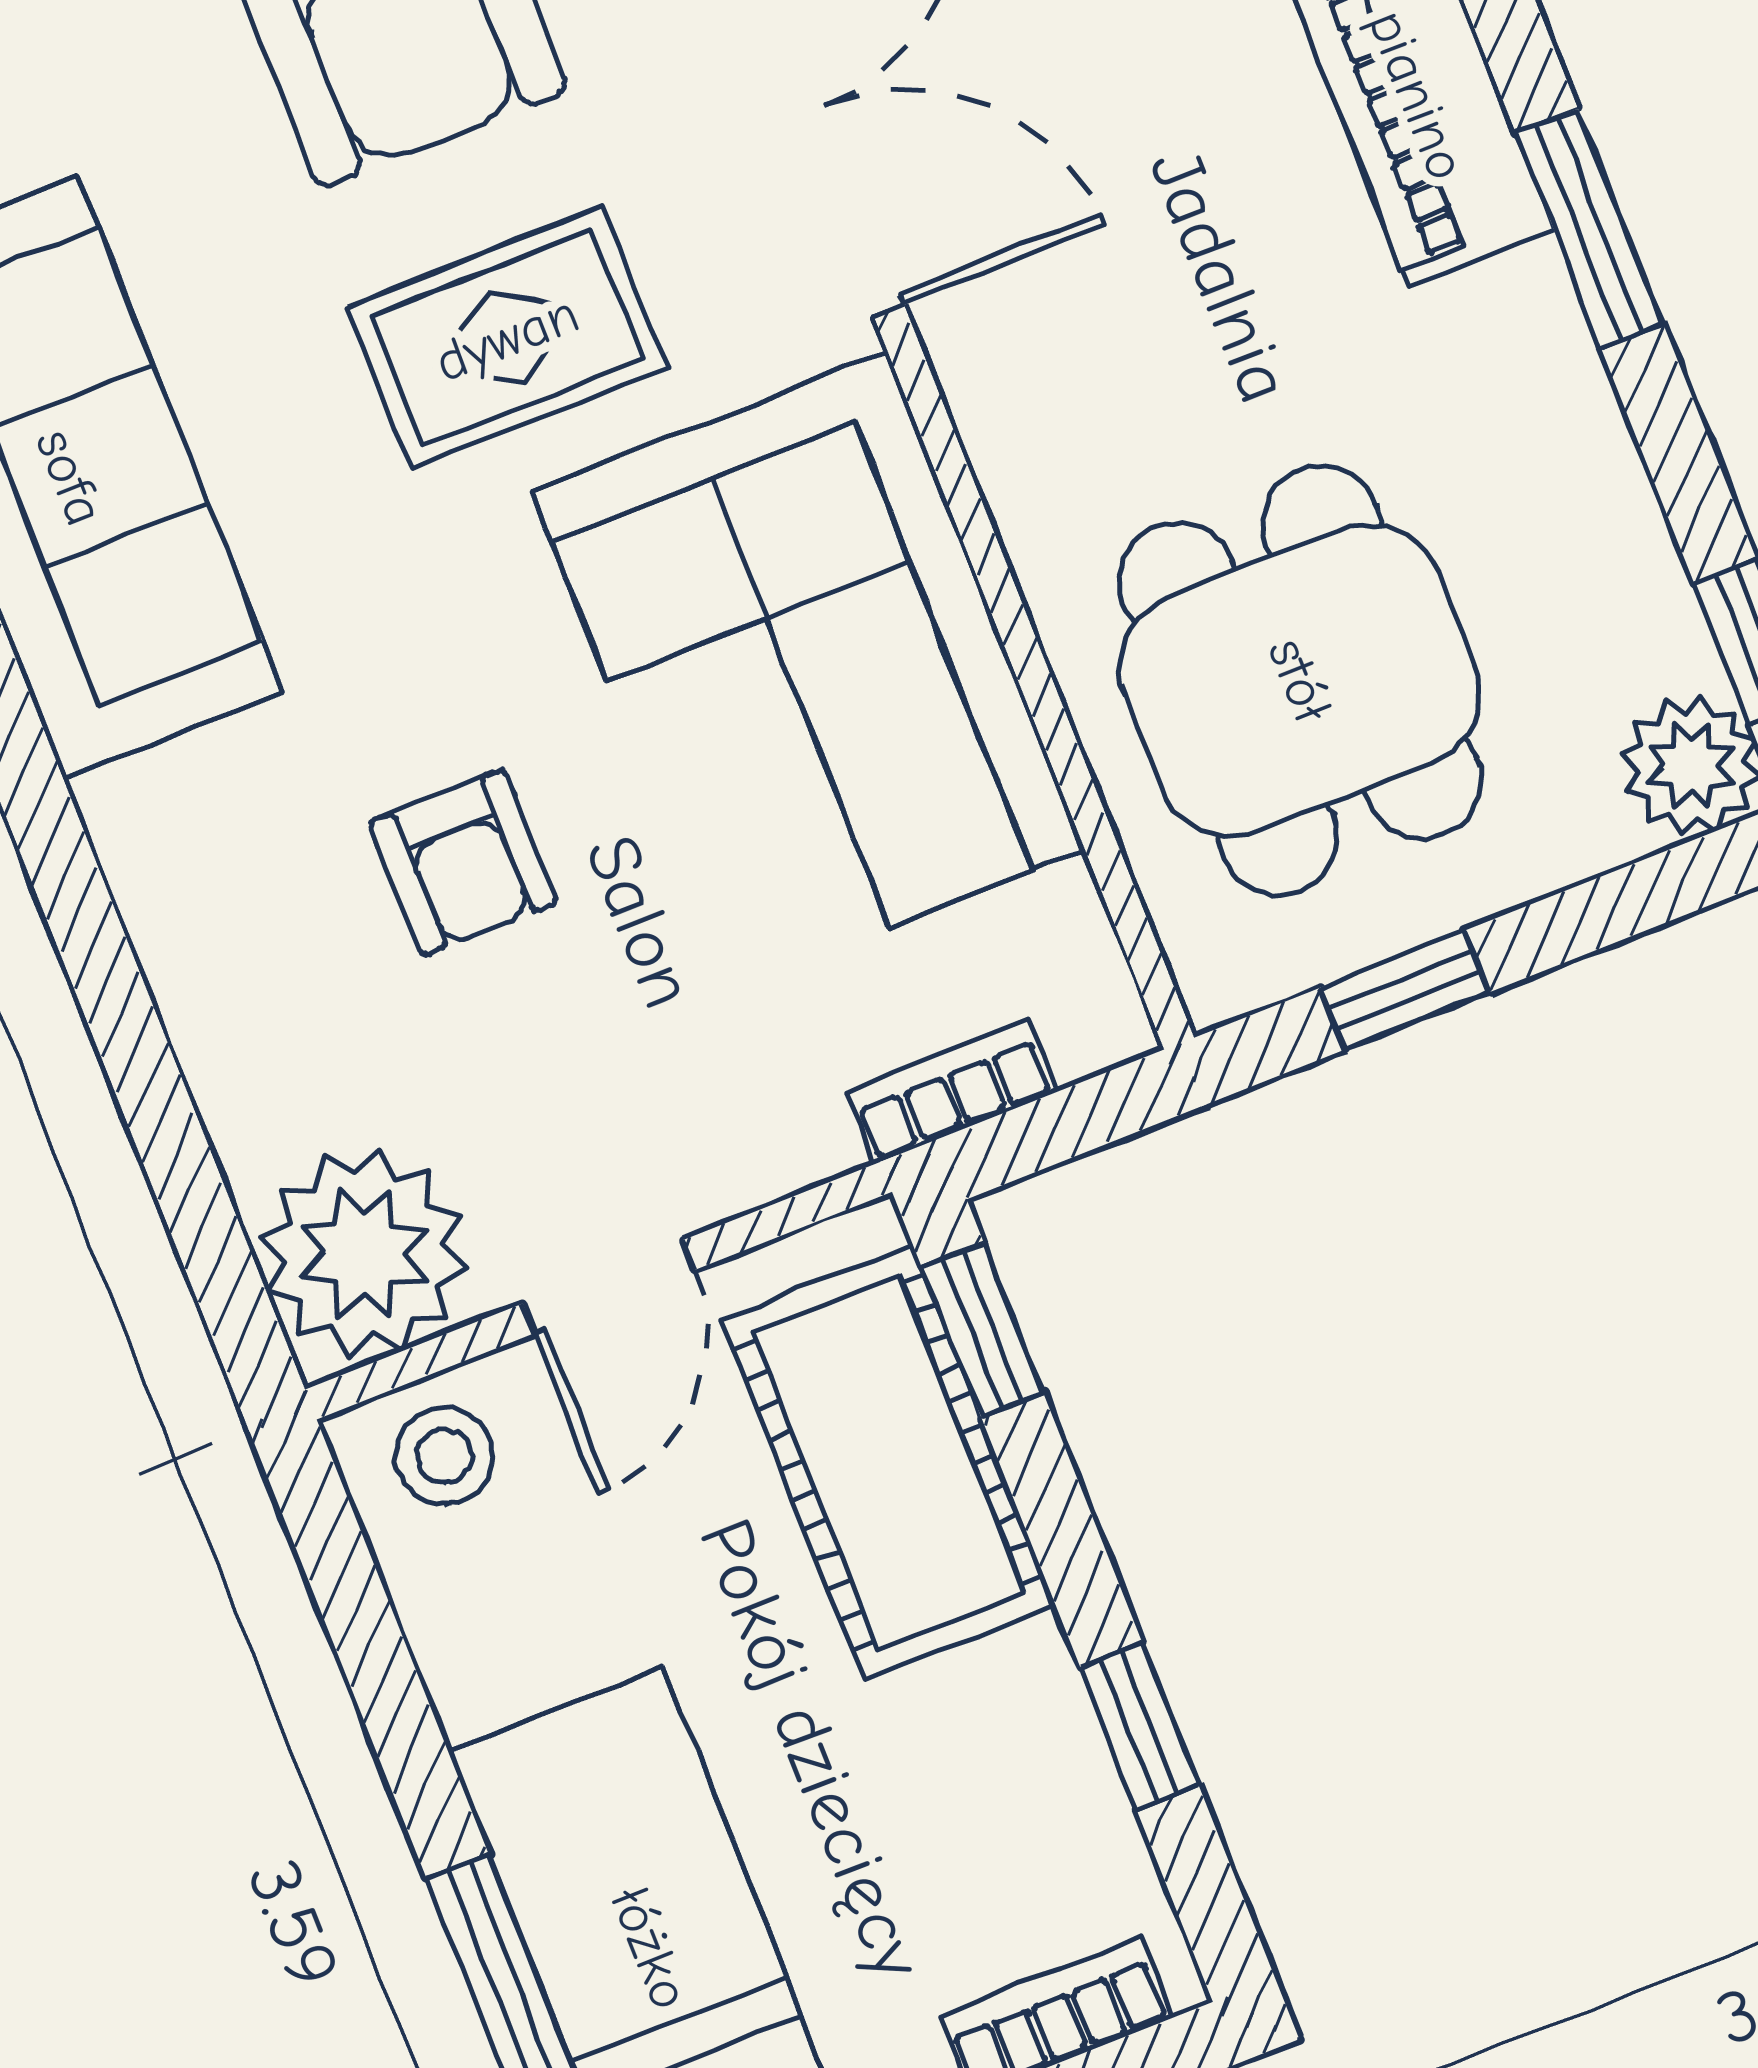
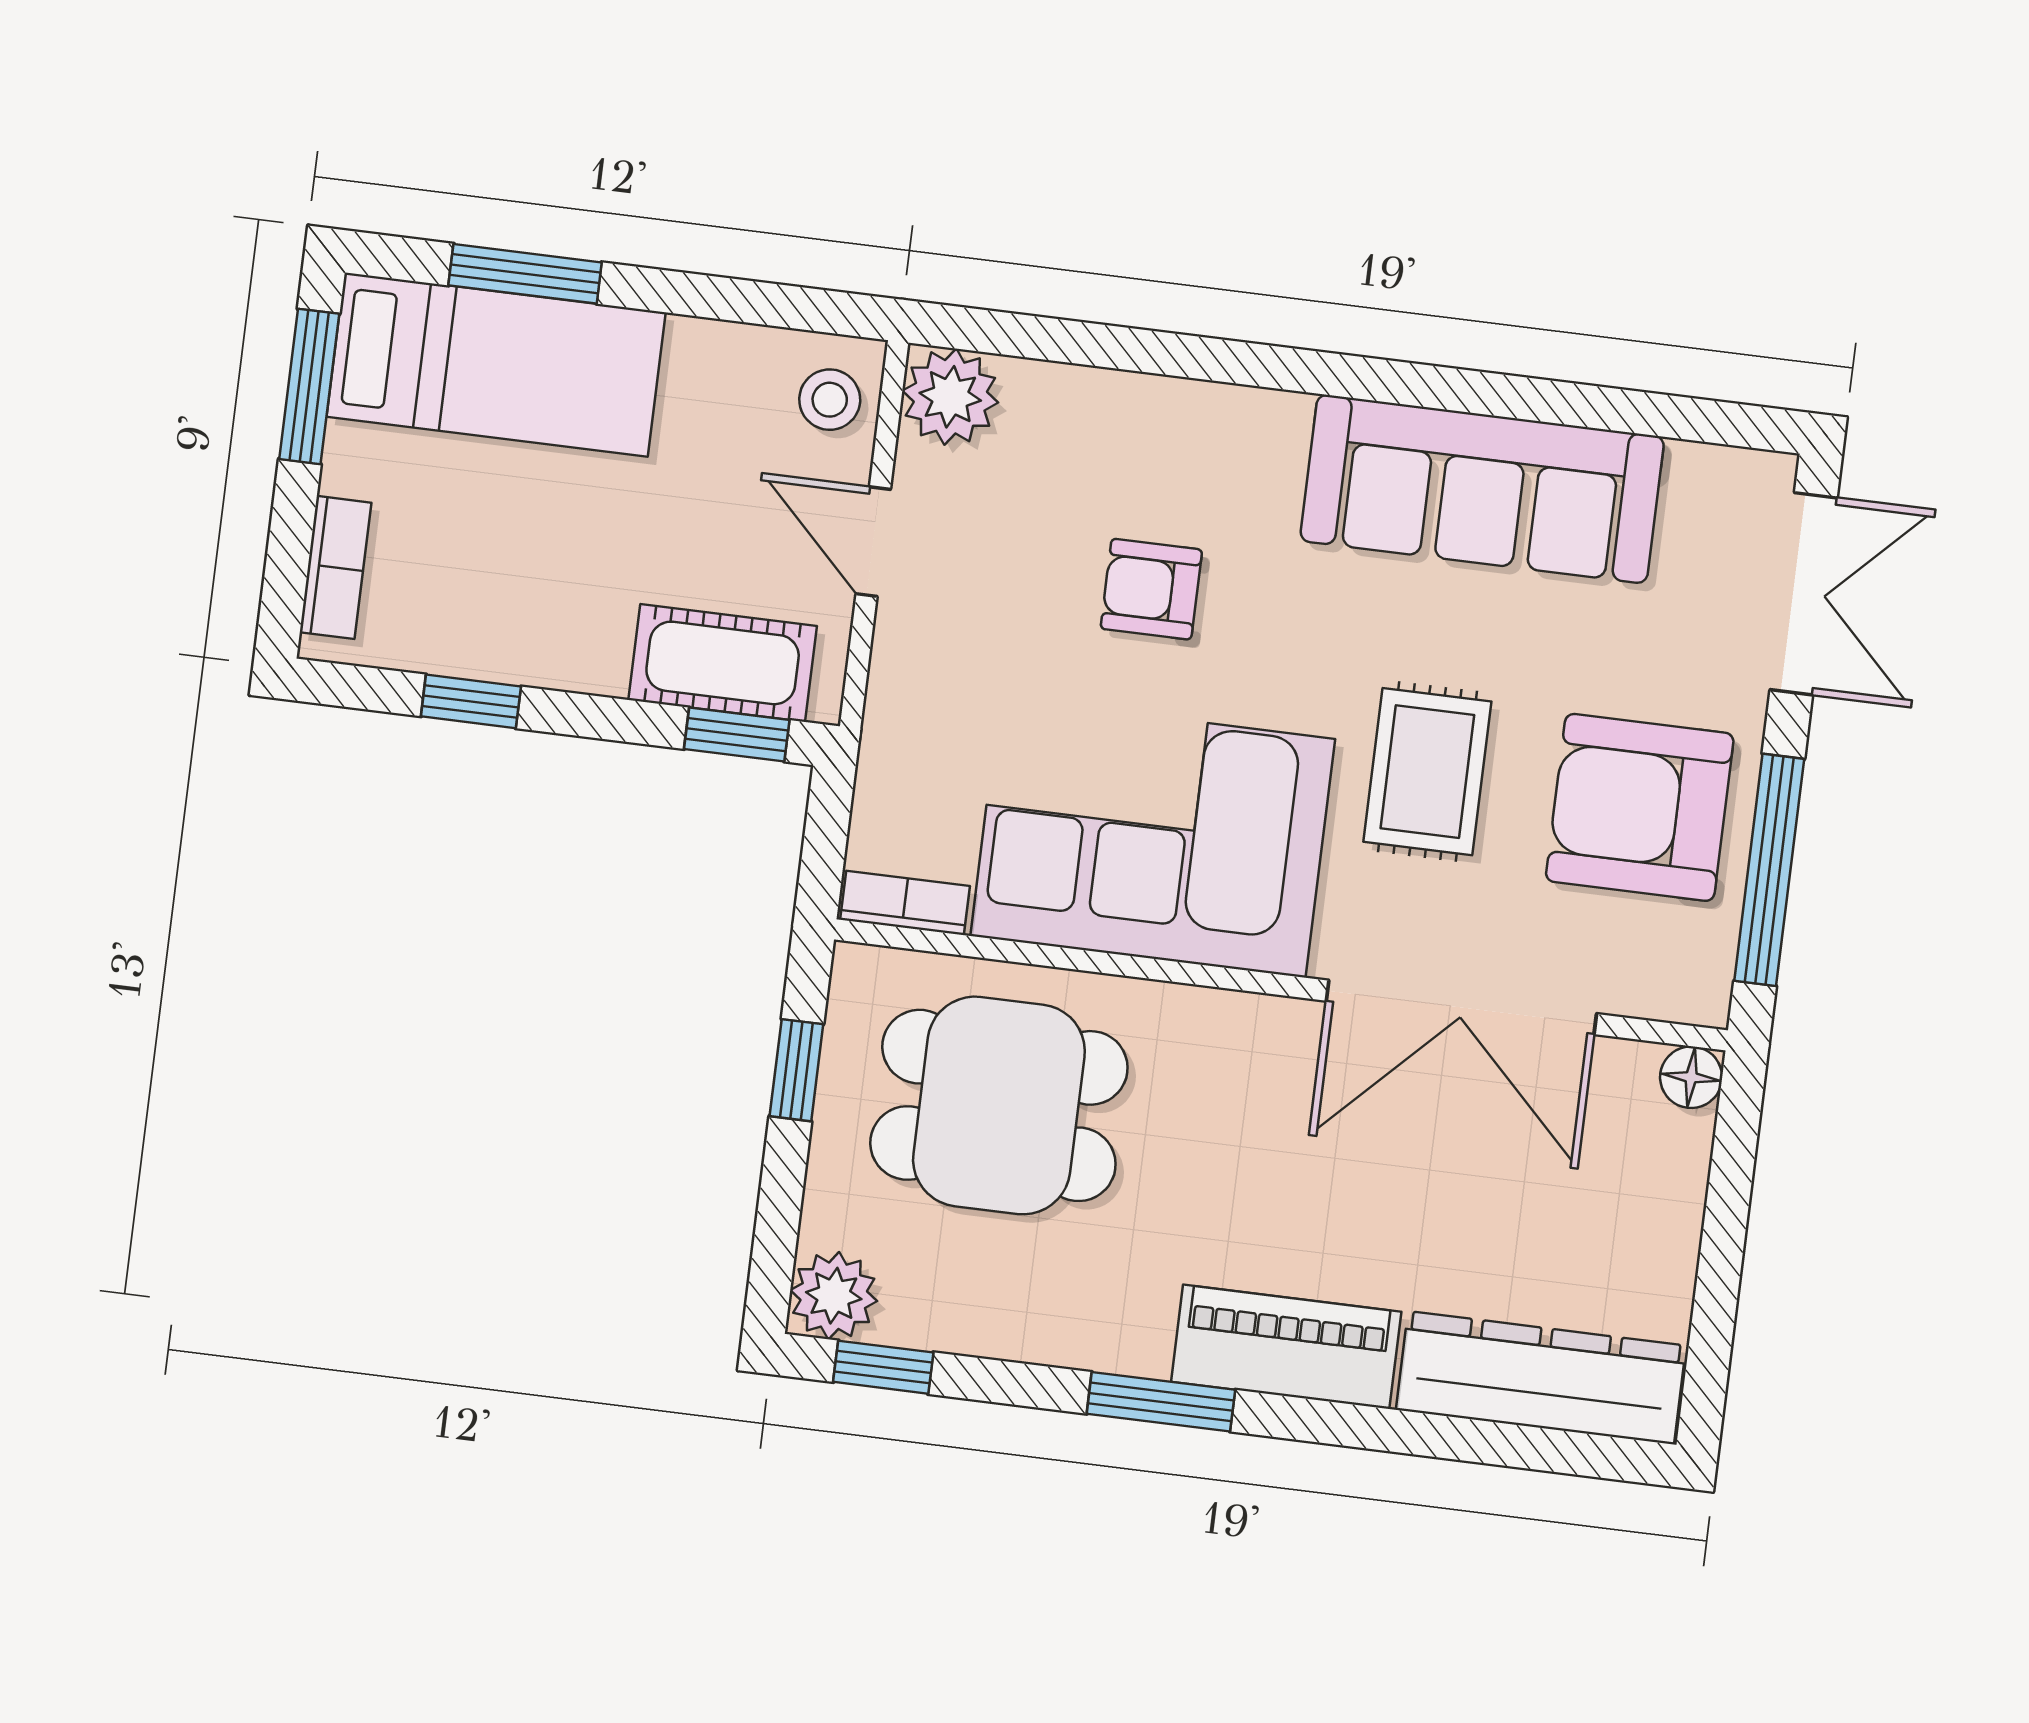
bookcase: (951, 1091) -> (905, 903), moved, turned -90
plant: (364, 1253) -> (950, 397), width x0.73, depth x0.73
cot: (888, 1462) -> (723, 663), width x0.73, depth x0.75

